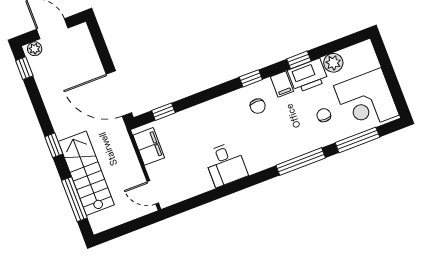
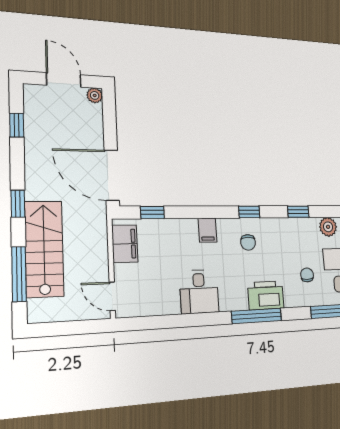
plant: (35, 49) -> (95, 95), moved
window: (24, 68) -> (17, 125), moved
printer: (308, 76) -> (266, 295), moved, turned 180
filing cabinet: (282, 84) -> (207, 230), moved
window: (301, 162) -> (257, 316), moved

